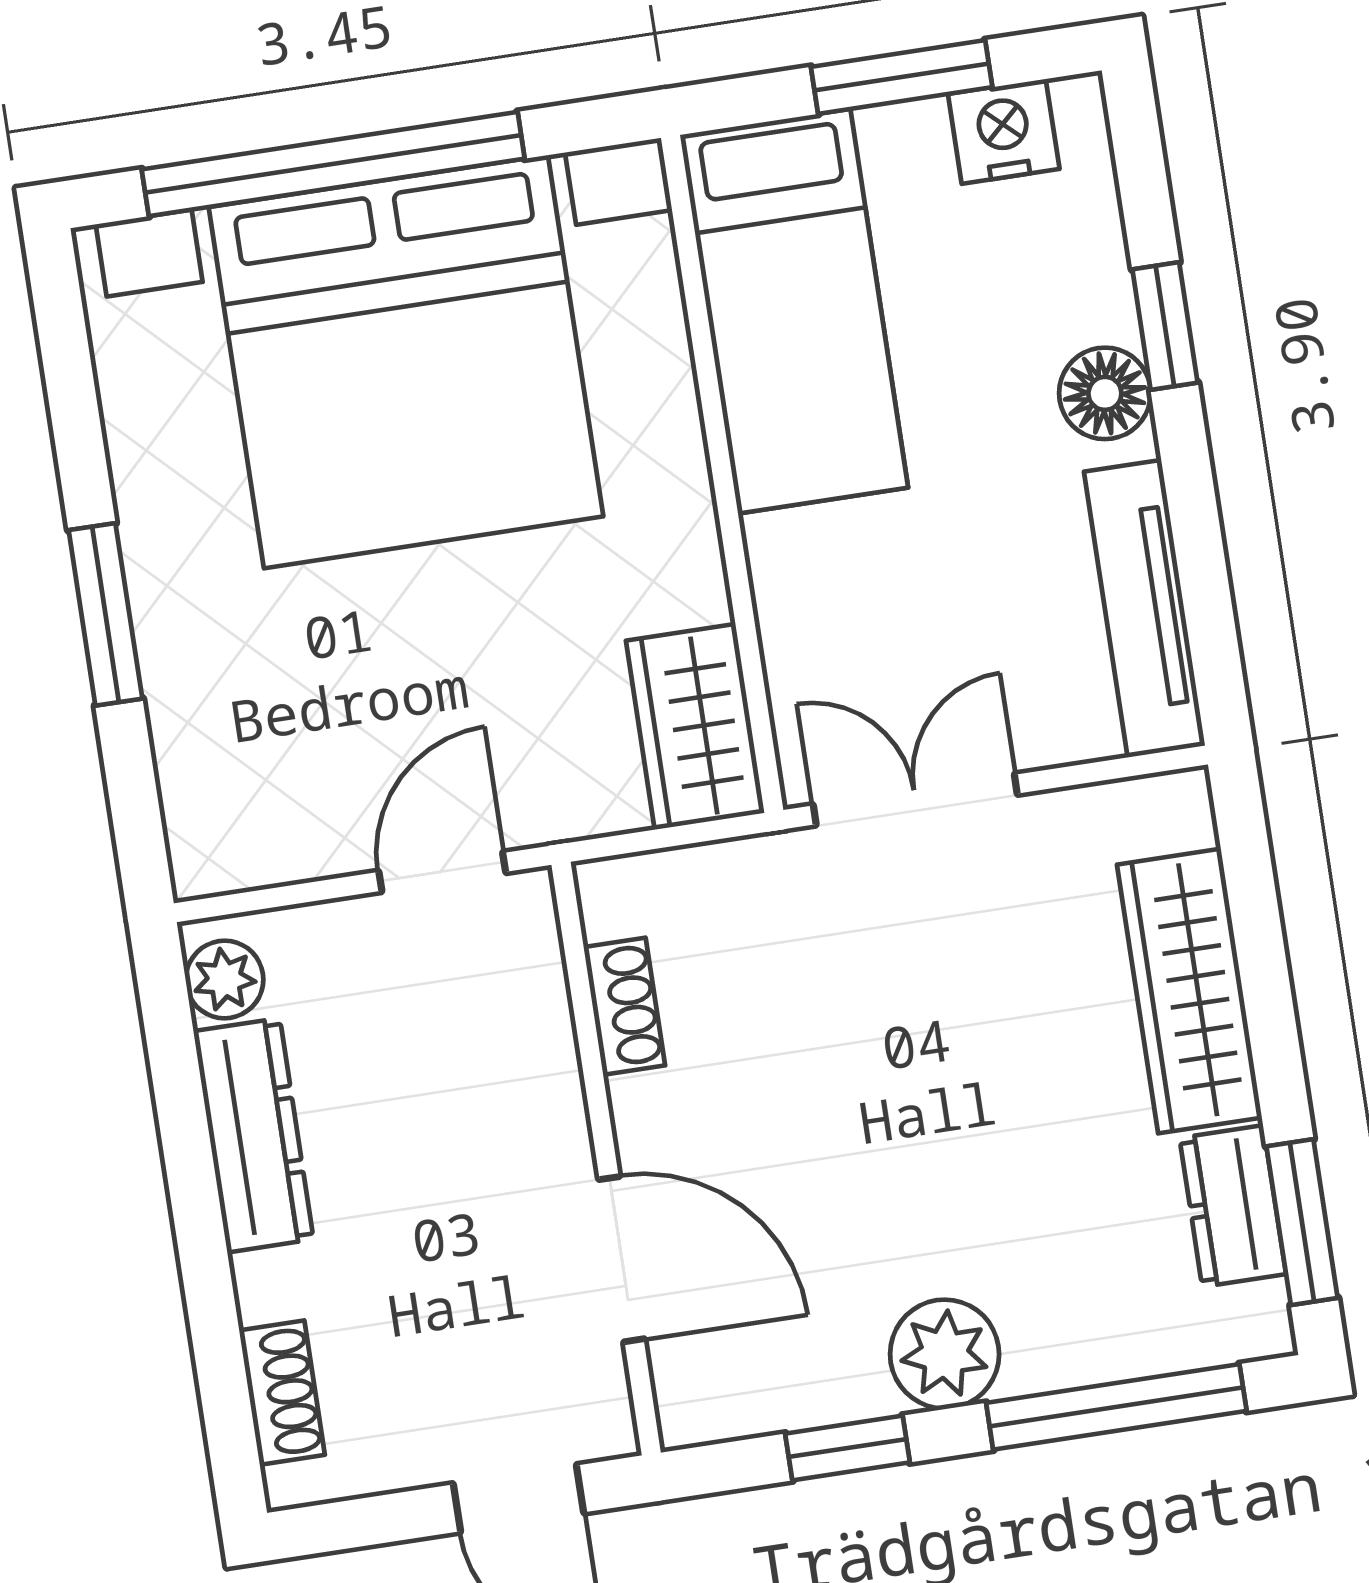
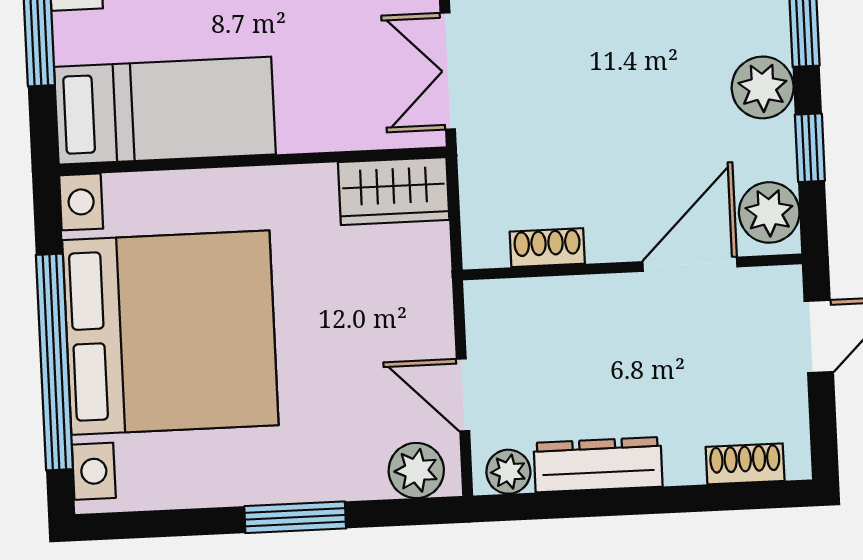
plant: (210, 818) -> (416, 470), added
door: (442, 872) -> (463, 395), moved
plant: (727, 1389) -> (769, 212), added

